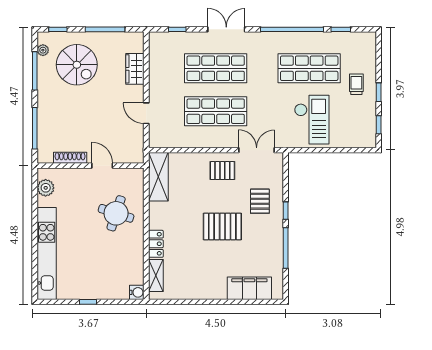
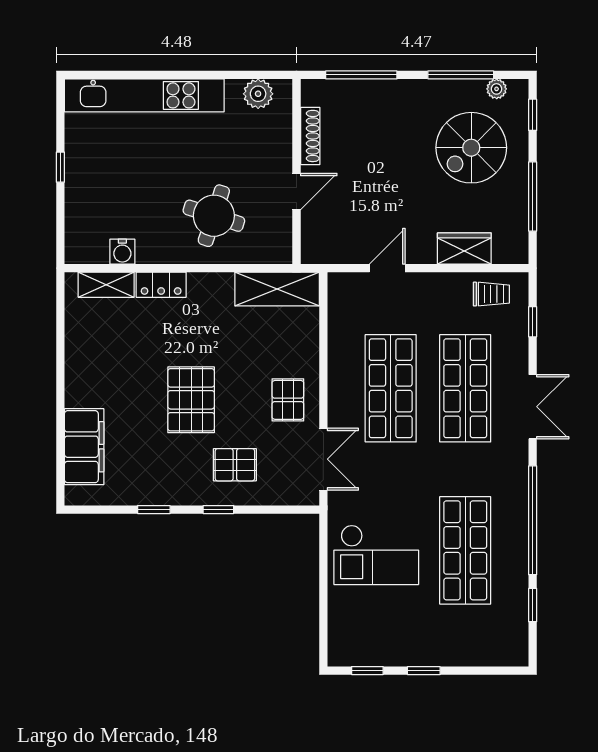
trolley: (356, 84) -> (491, 294), moved
window: (286, 248) -> (154, 510), width x0.46
water cooler: (137, 292) -> (122, 252), moved

